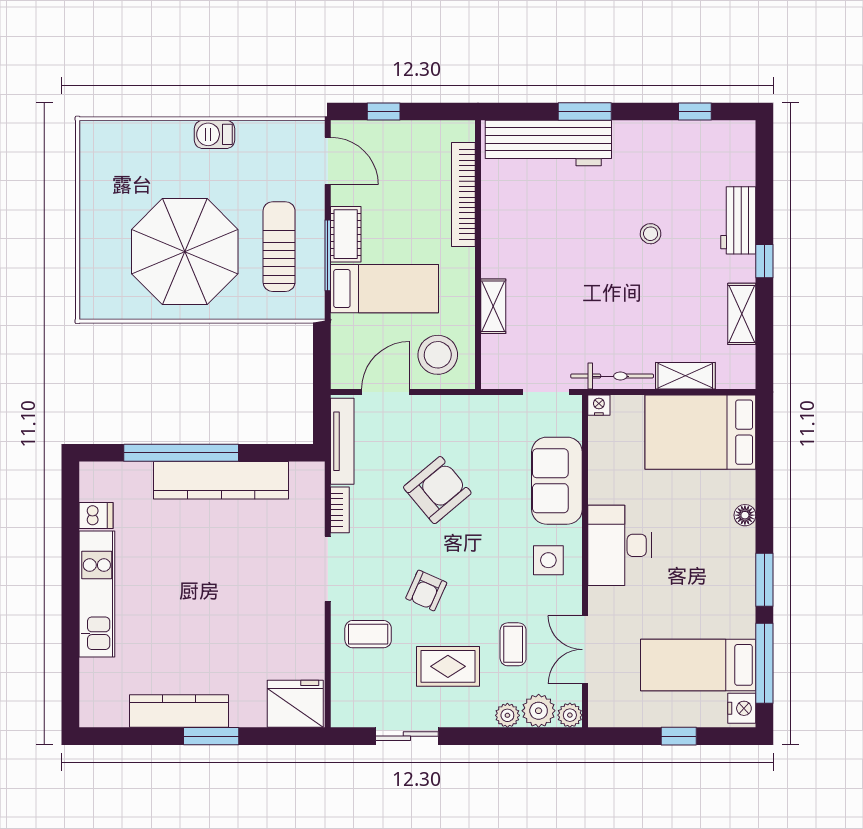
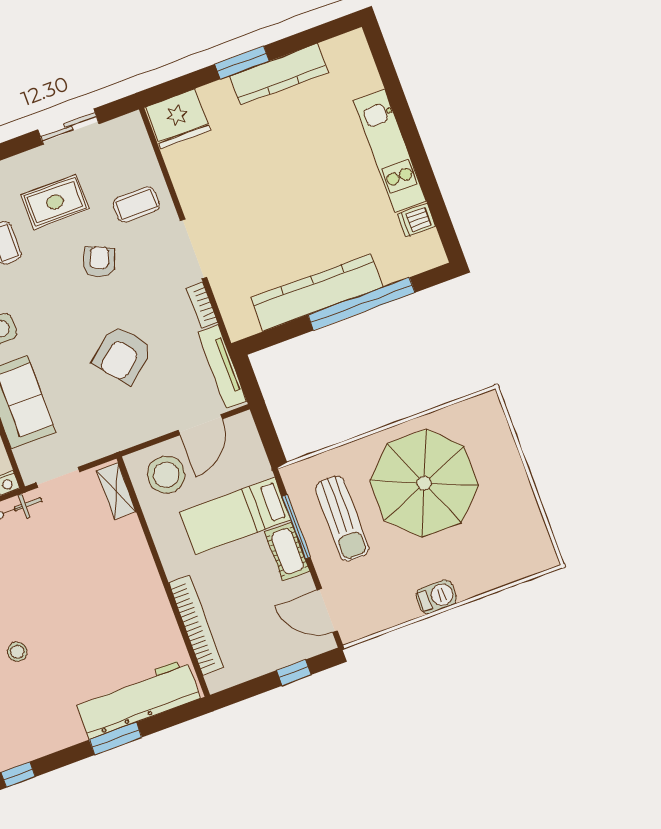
shelving: (493, 306) -> (116, 491), moved

